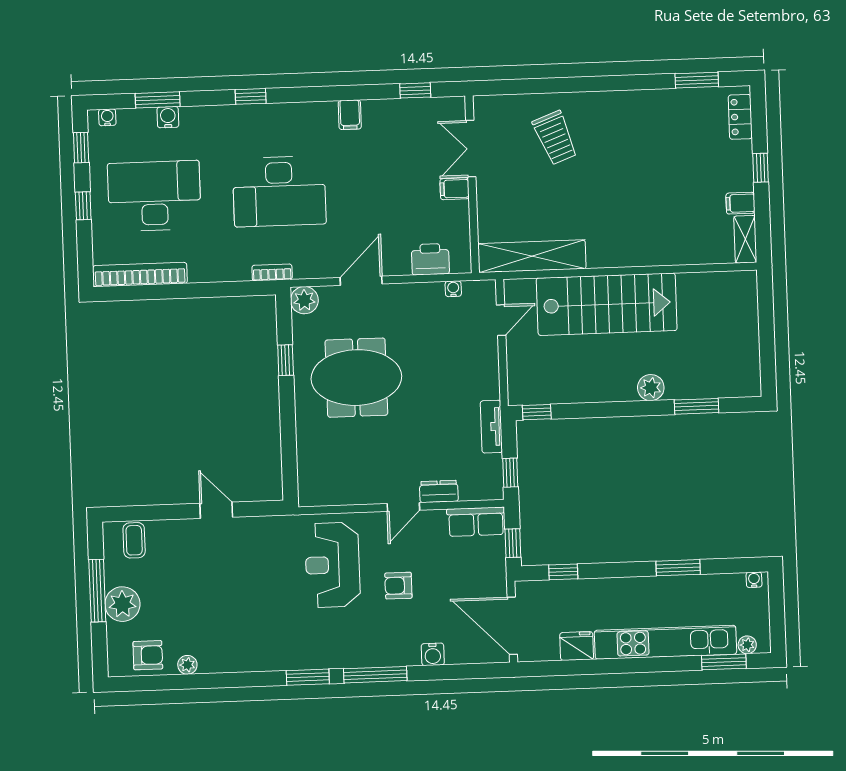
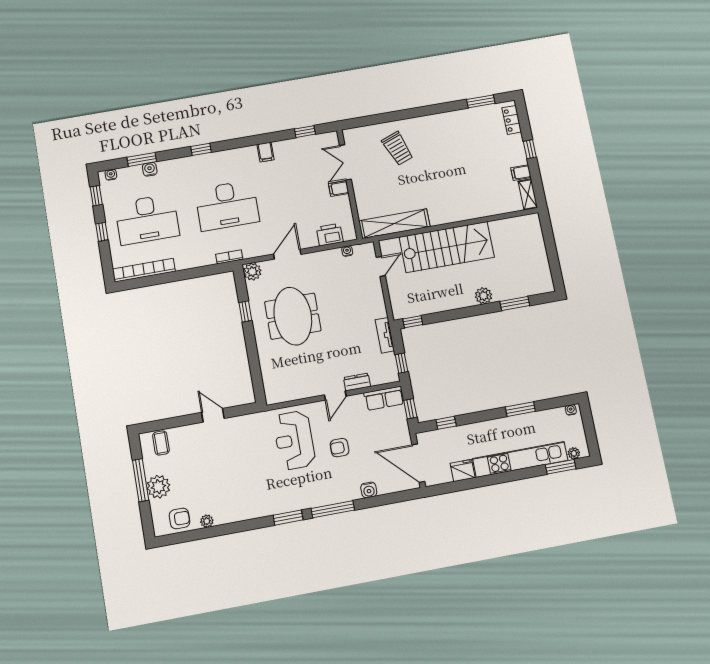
desk: (154, 196) -> (147, 219), turned 180
meeting table: (356, 378) -> (293, 316), turned 90

